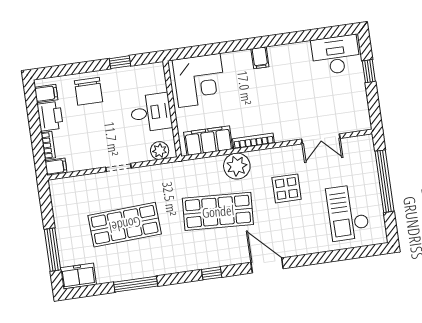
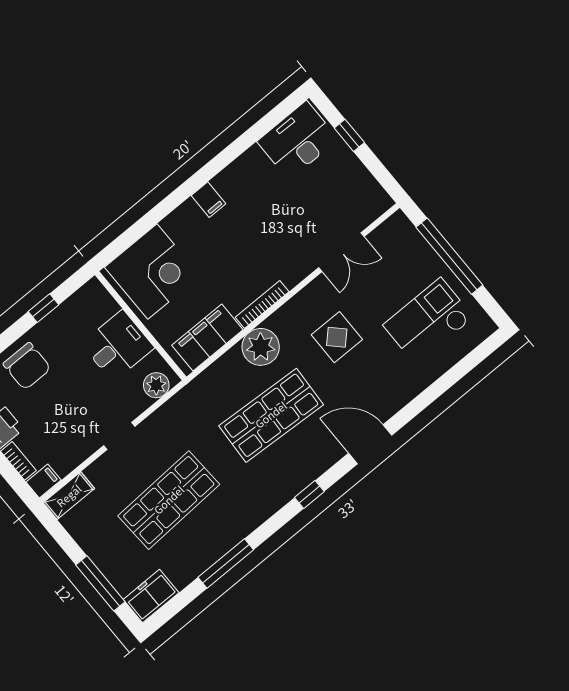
shelving: (66, 185) -> (69, 496), added
checkout: (348, 213) -> (428, 321), turned 90

